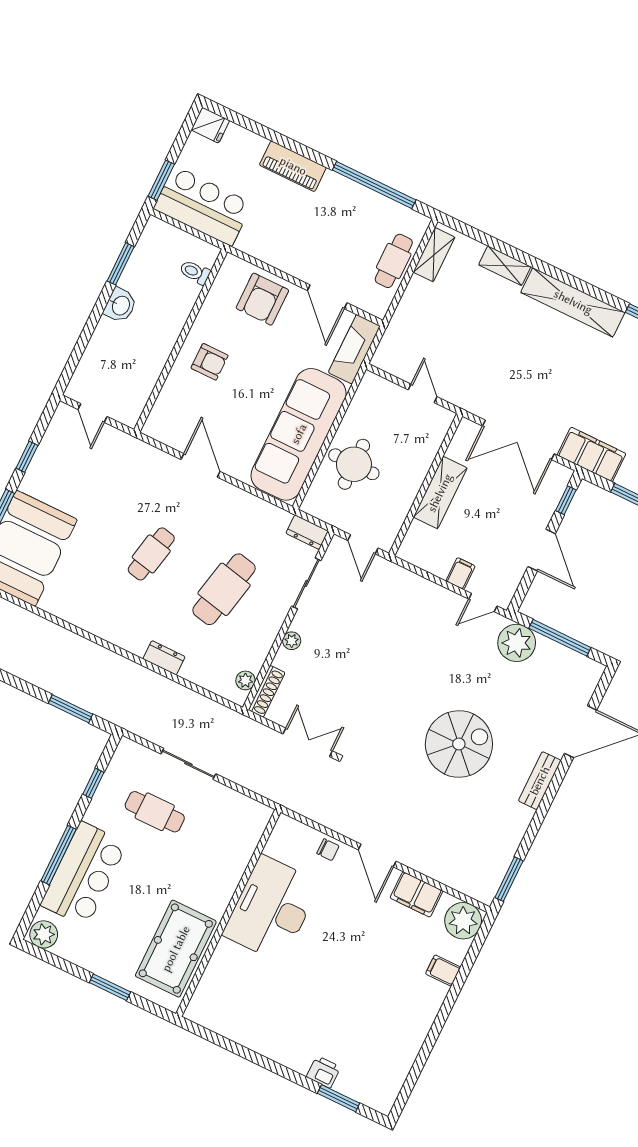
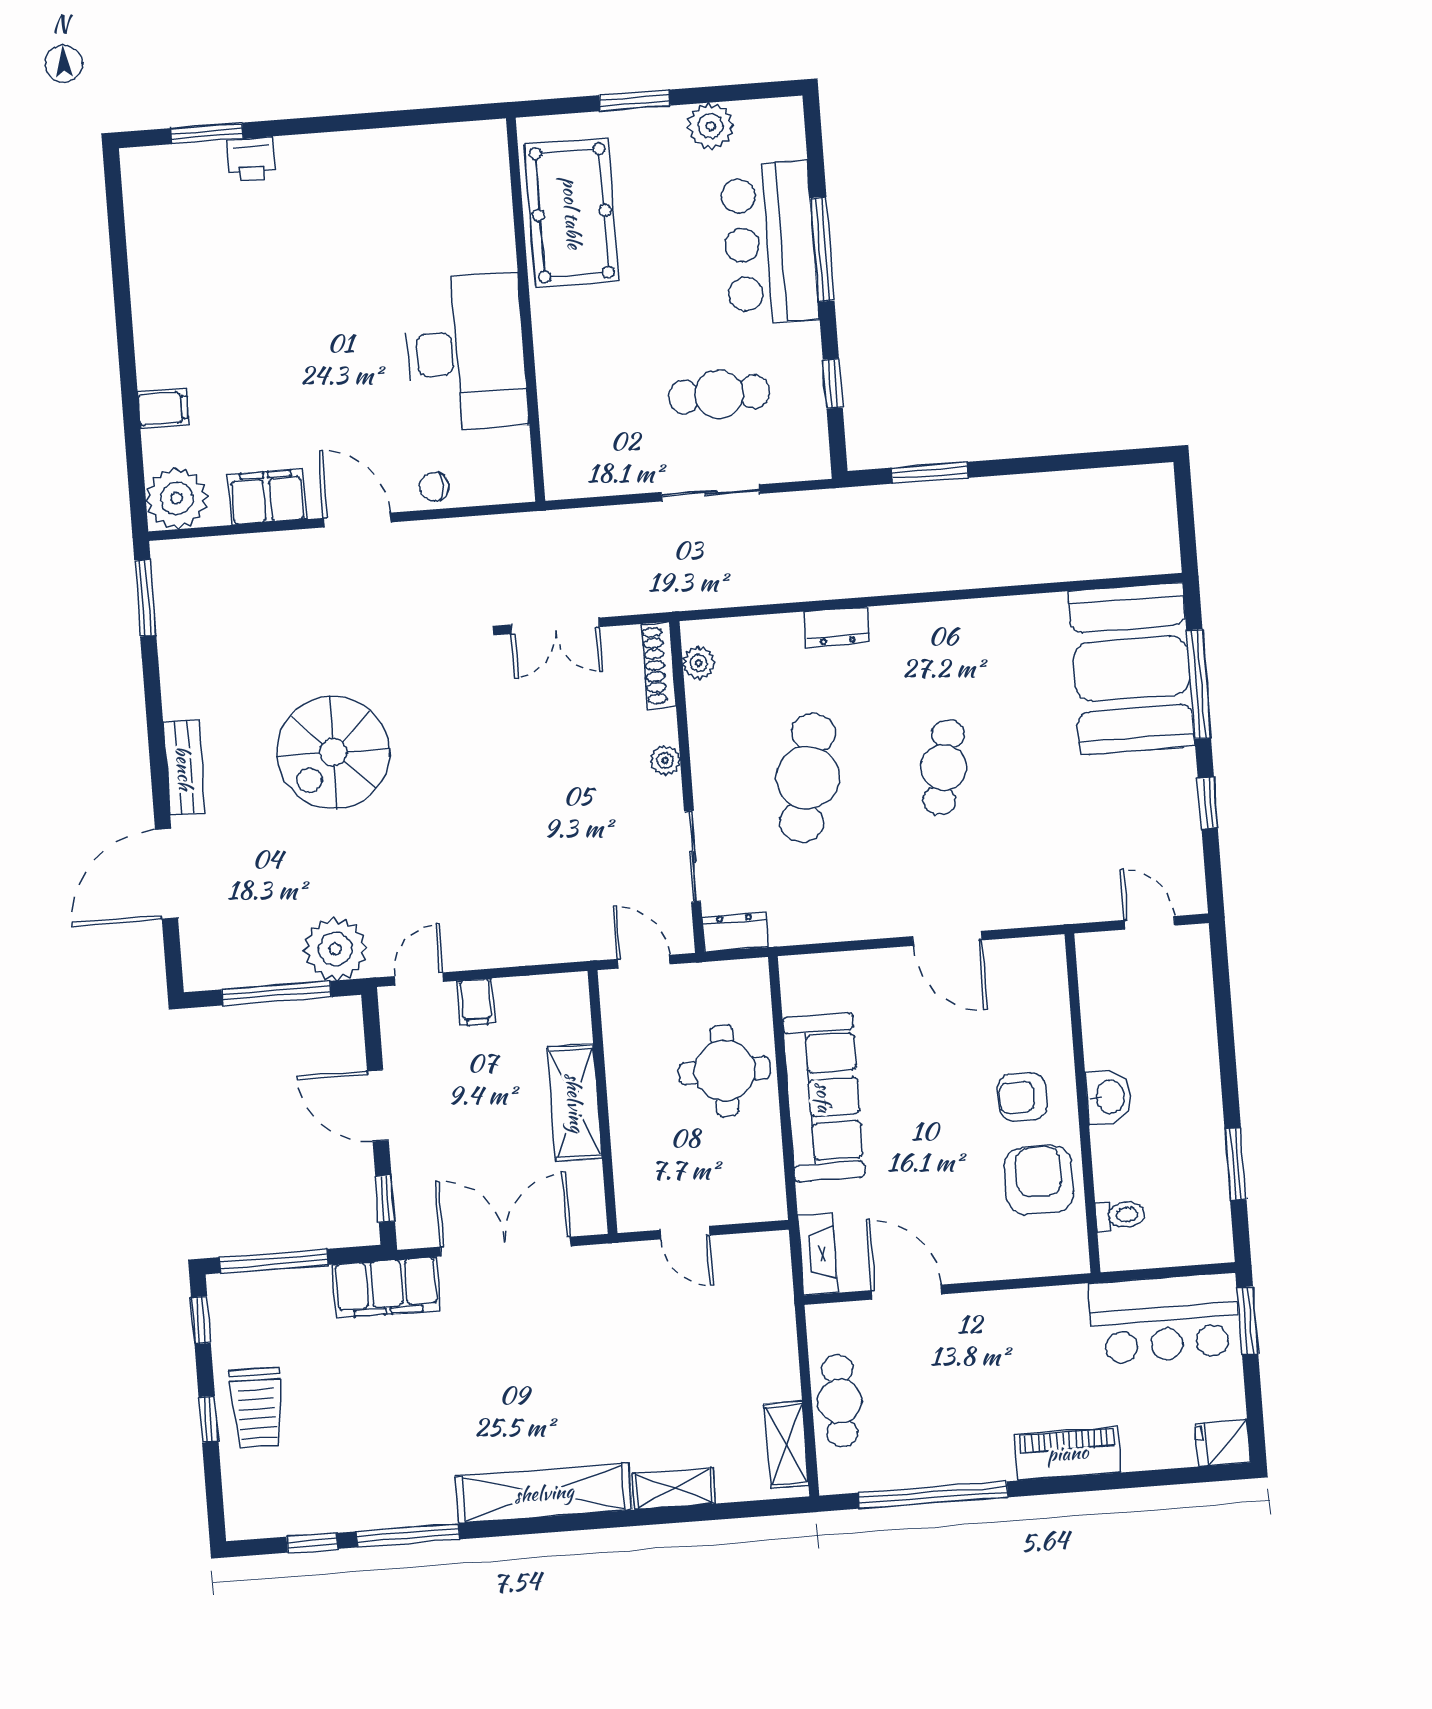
armchair: (262, 299) -> (1039, 1180), moved
washbasin: (120, 305) -> (1109, 1097), moved, turned 180
fireplace: (354, 349) -> (818, 1254), width x0.73, depth x0.76
sofa: (299, 434) -> (824, 1097), width x0.74, depth x0.79
plant: (44, 934) -> (711, 126), moved

